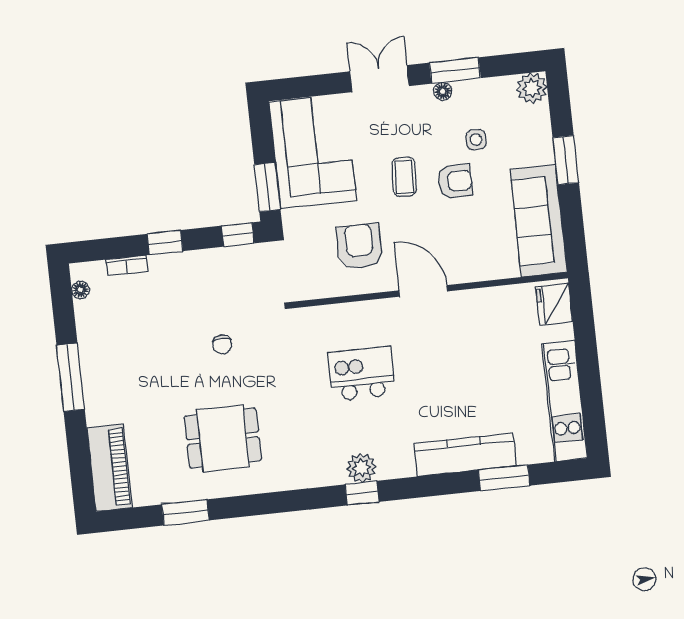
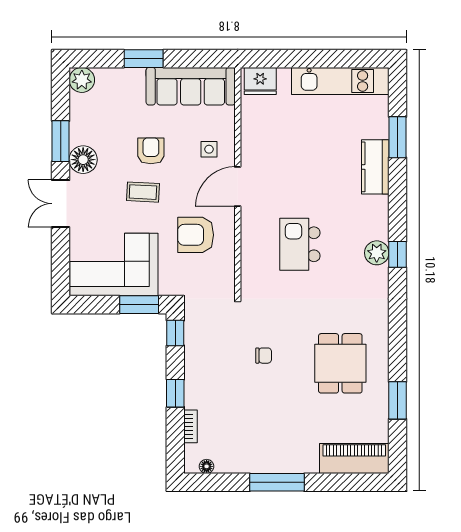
floor lamp: (443, 91) -> (83, 160), width x1.89, depth x1.89
side table: (476, 140) -> (209, 149), moved
kitchen counter: (465, 455) -> (375, 167), width x0.67

